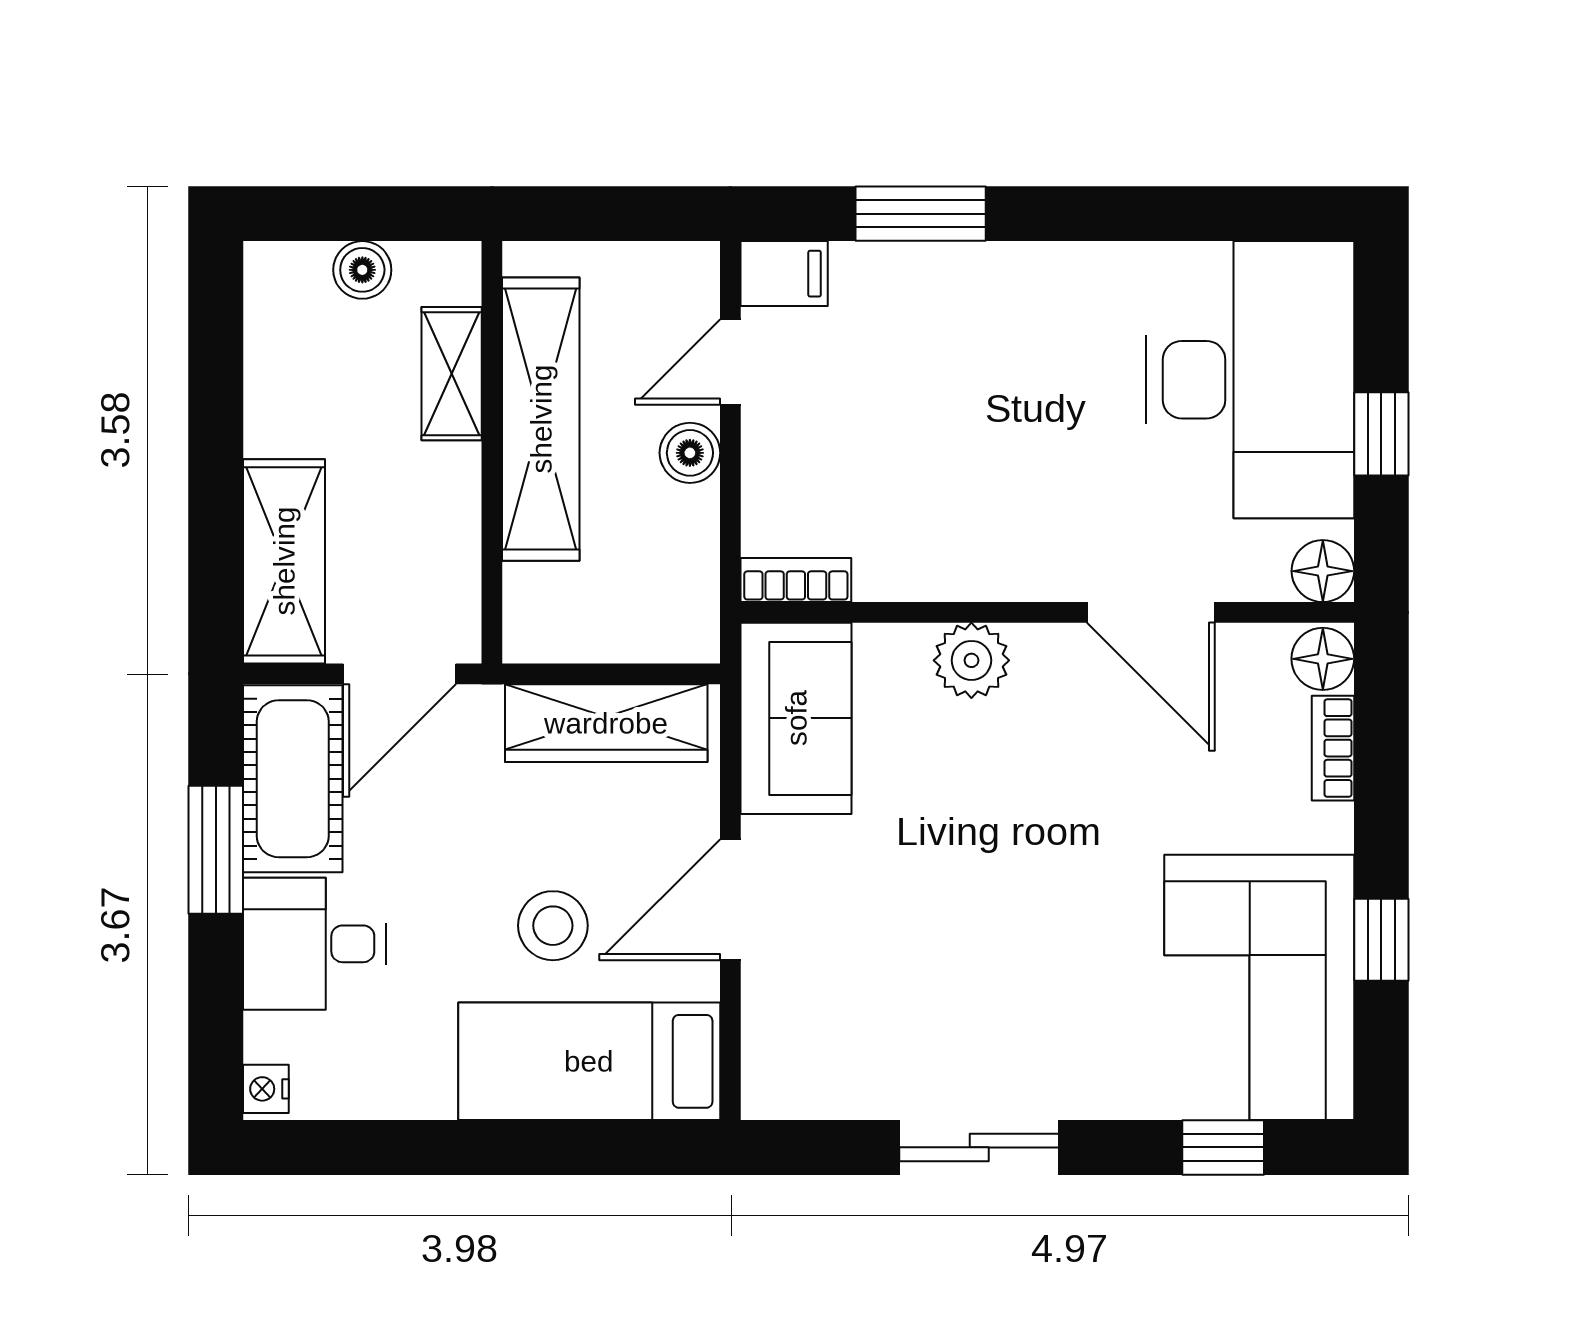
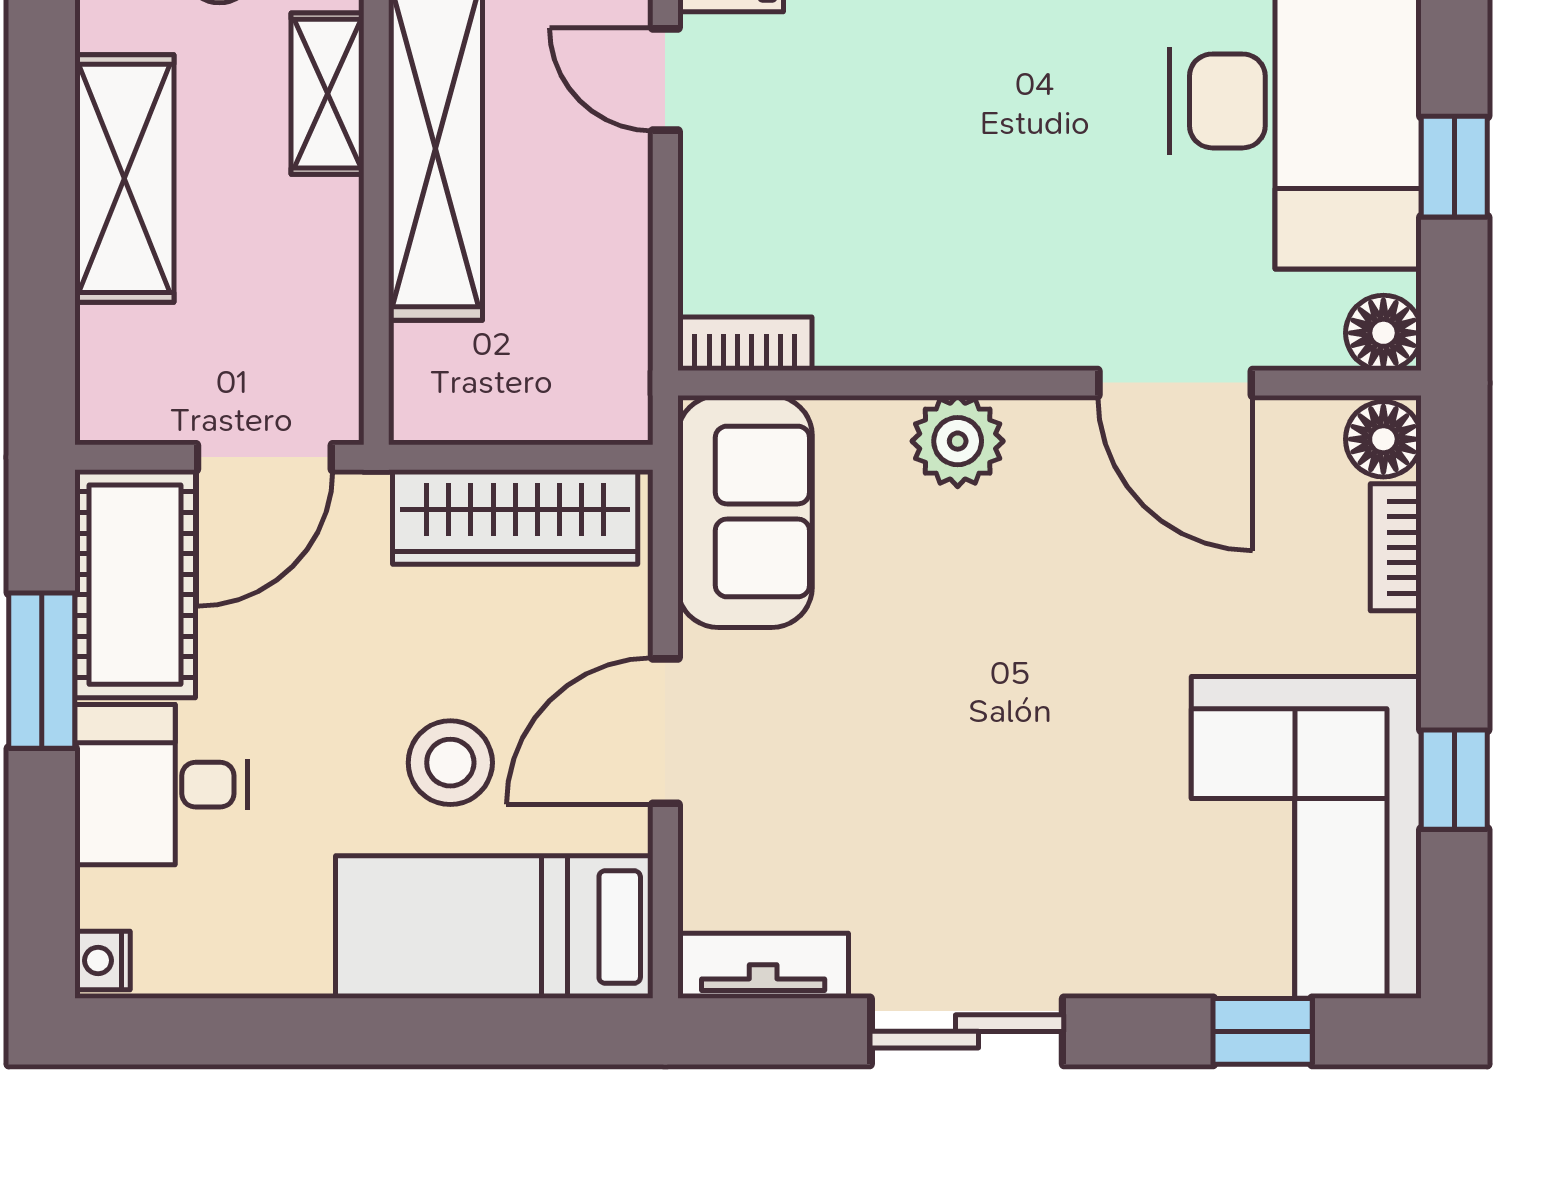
door: (730, 362) -> (665, 80), hinge flipped
boiler: (690, 453) -> (616, 190), removed
shelving: (284, 561) -> (124, 178), moved
tv unit: (811, 1093) -> (763, 966), added

